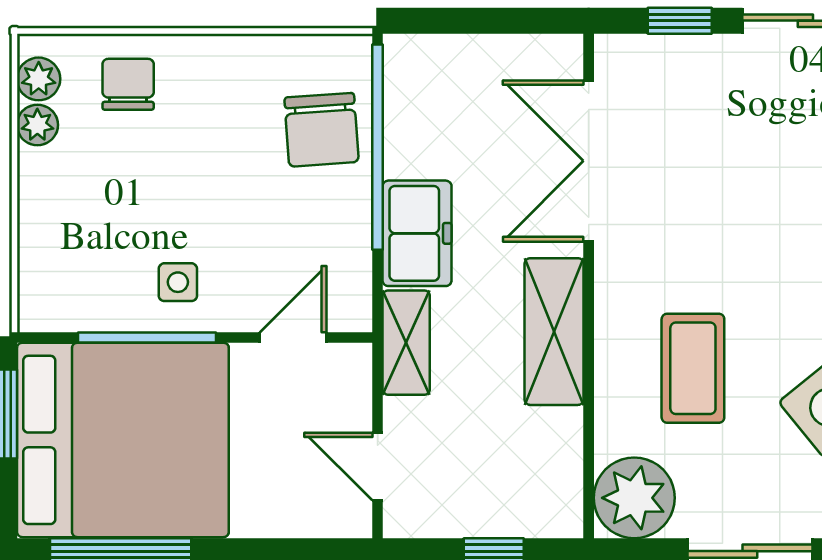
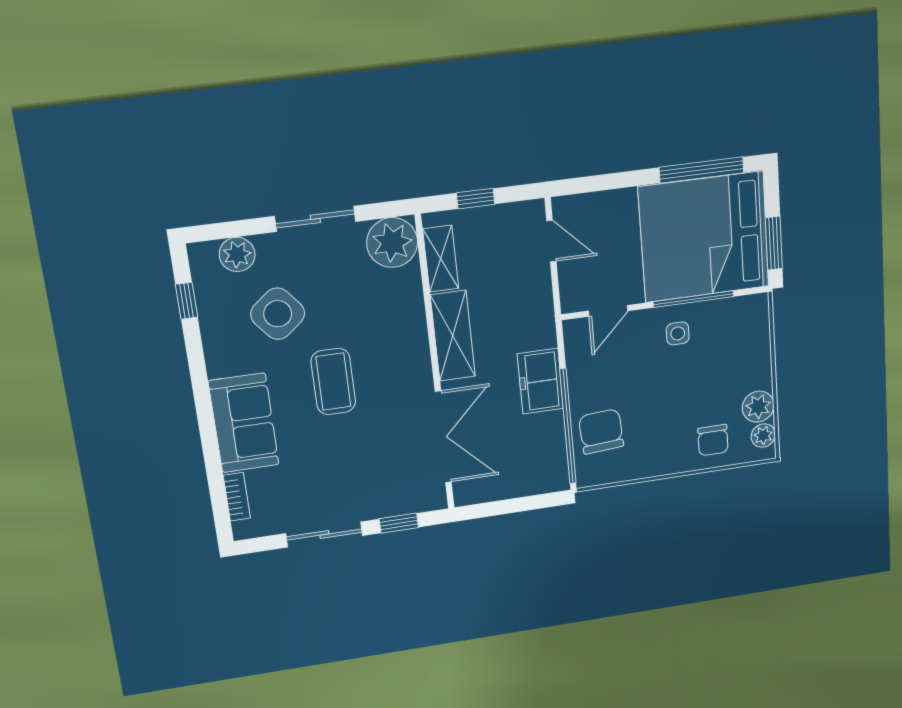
plant: (37, 125) -> (758, 407), width x1.38, depth x1.38
shelving: (406, 343) -> (441, 259), moved
coffee table: (693, 368) -> (333, 382), moved

